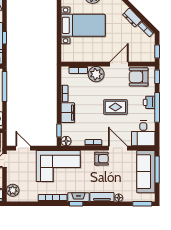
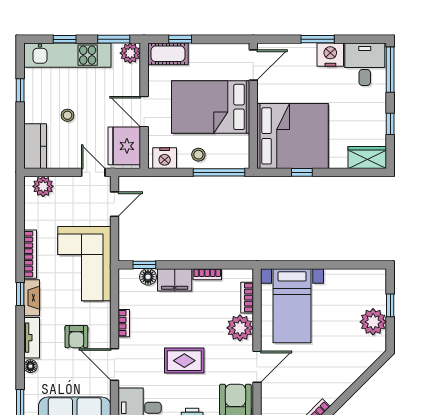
dresser: (132, 18) -> (336, 389), removed
bed with nightstands: (83, 25) -> (292, 306), moved
door: (119, 64) -> (257, 367), hinge flipped
rug: (115, 107) -> (184, 361), turned 90
floor lamp: (66, 141) -> (148, 277), moved
door: (118, 148) -> (115, 364), swing flipped
armchair: (101, 159) -> (76, 337), moved

